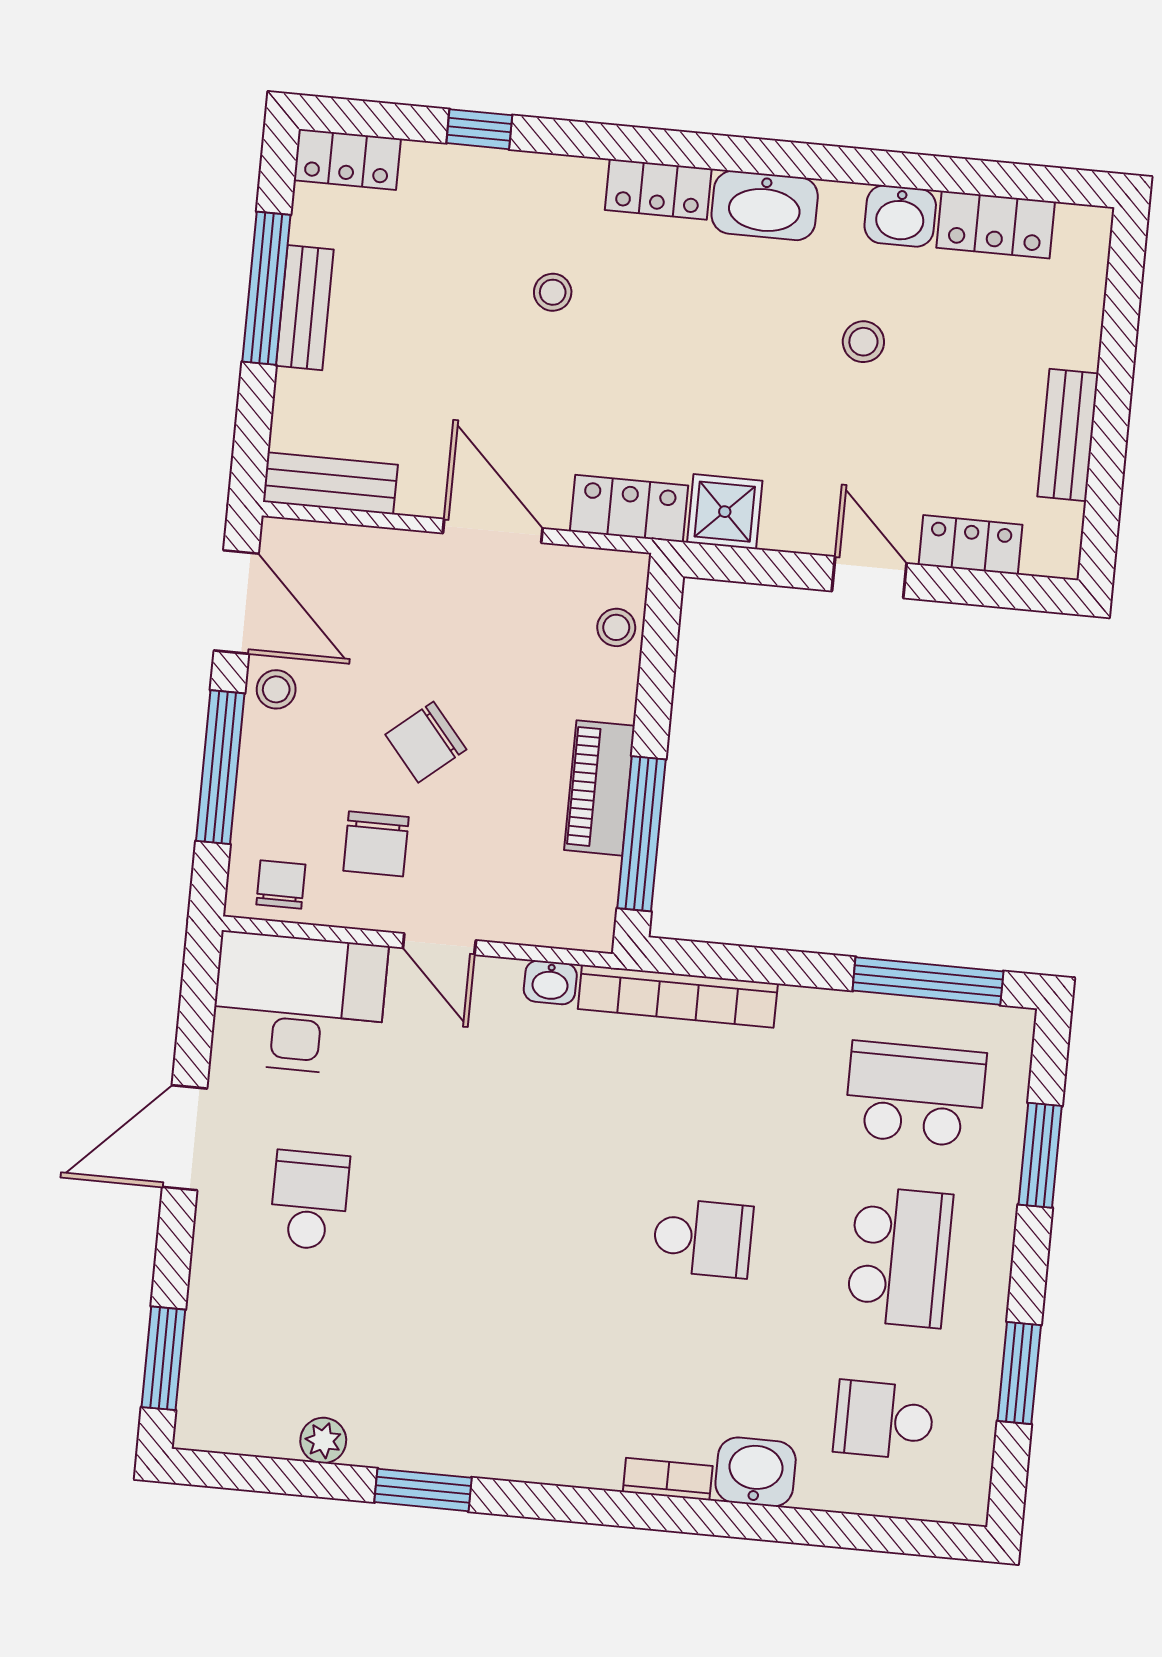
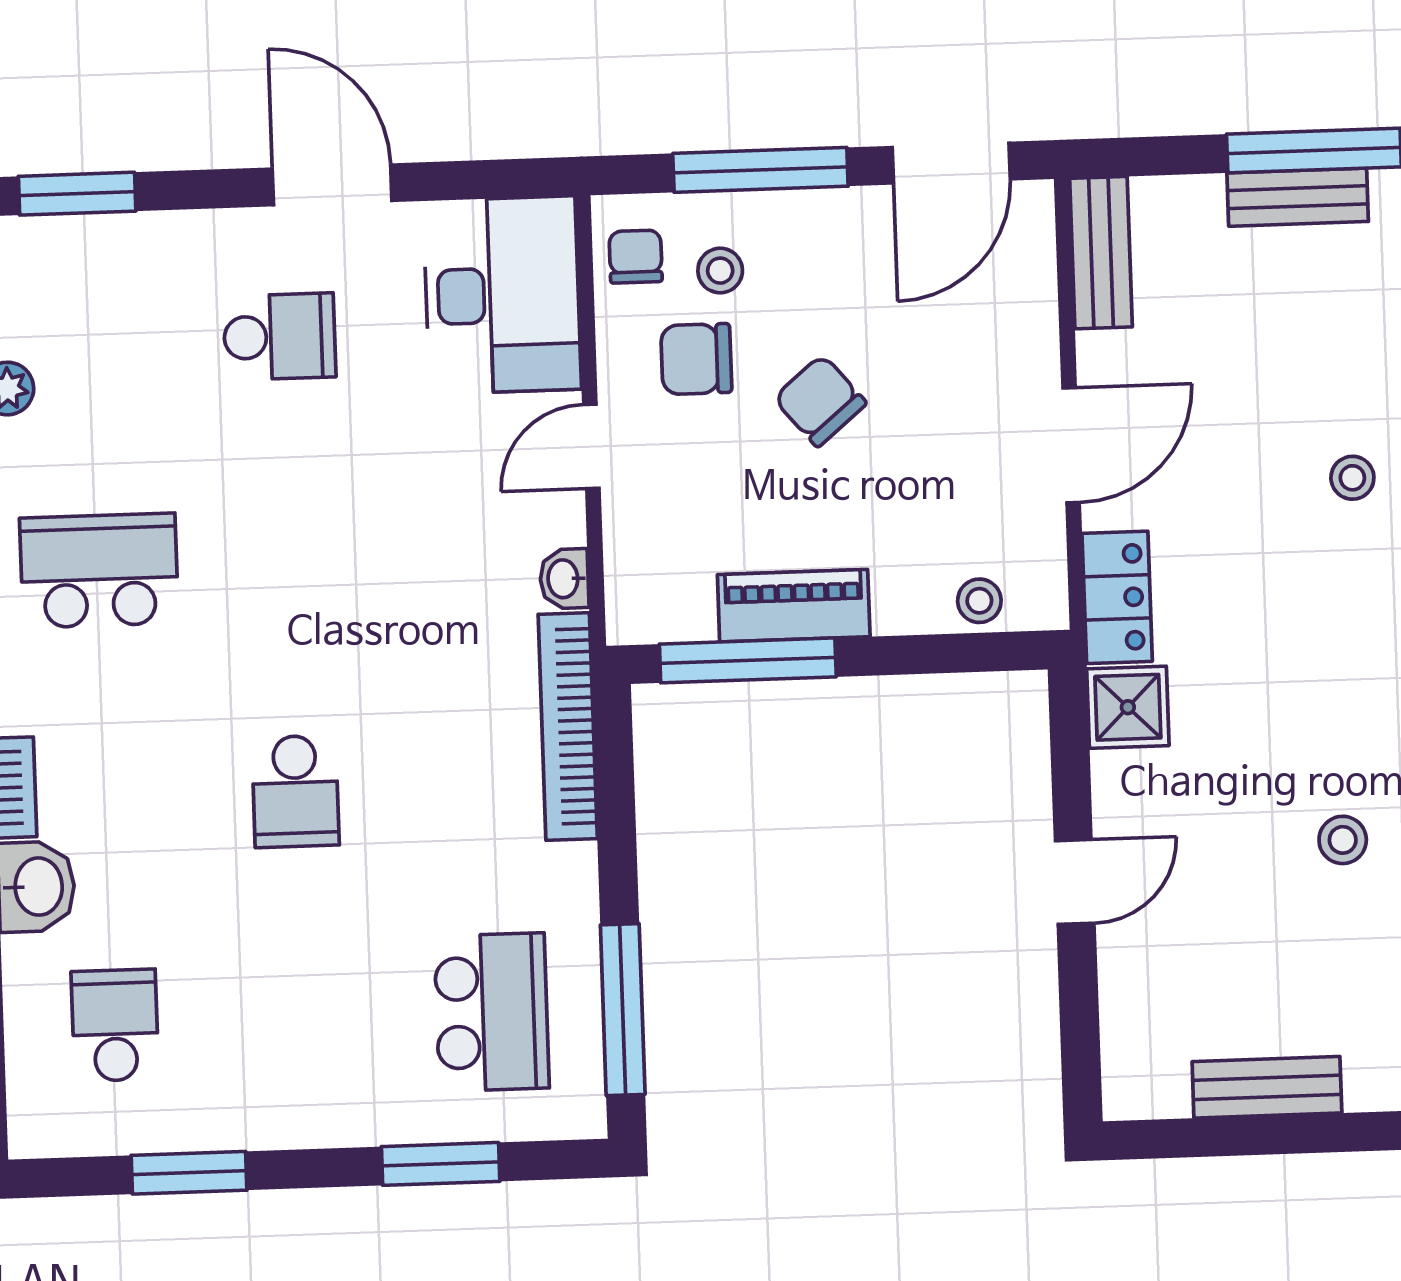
locker: (970, 545) -> (1127, 993), removed
stool: (276, 689) -> (720, 271), moved
chair: (281, 884) -> (636, 257), turned -90
school desk: (900, 1257) -> (99, 571), moved, turned 180

